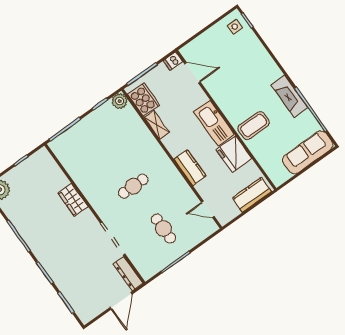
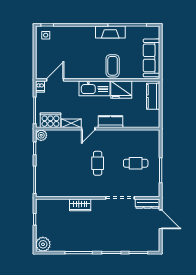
sofa: (308, 152) -> (152, 58), moved
door: (208, 209) -> (88, 129), moved

